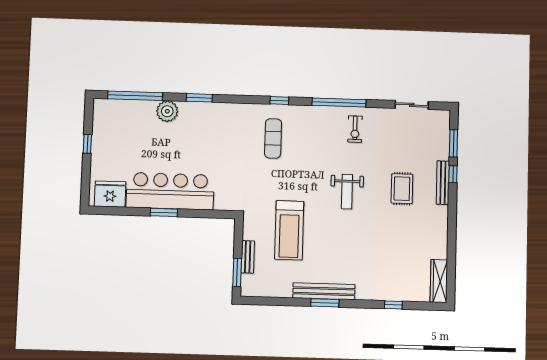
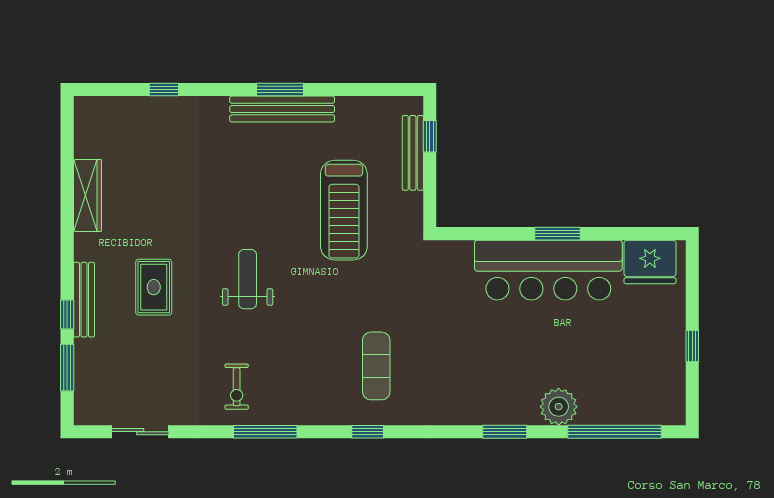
window: (339, 102) -> (265, 432), width x0.68
exercise bike: (355, 129) -> (237, 387), turned 180
treadmill: (289, 230) -> (344, 210), turned 180
bench: (248, 257) -> (413, 153), width x1.36
window: (237, 272) -> (430, 136), width x0.67
wardrobe: (439, 281) -> (88, 195), moved

